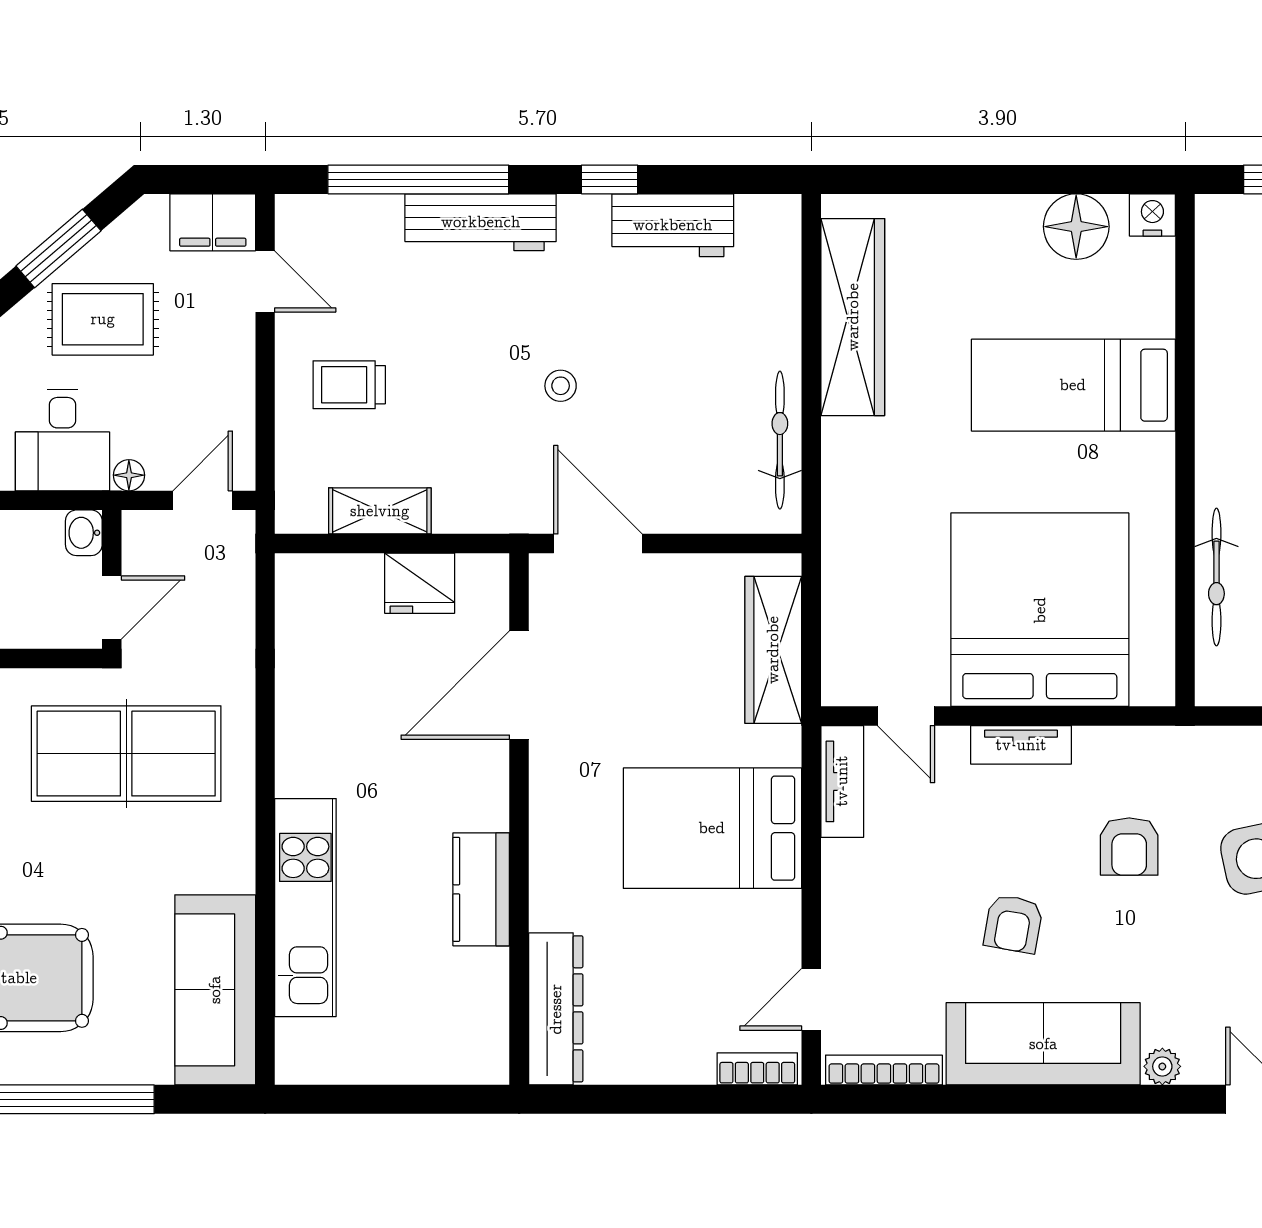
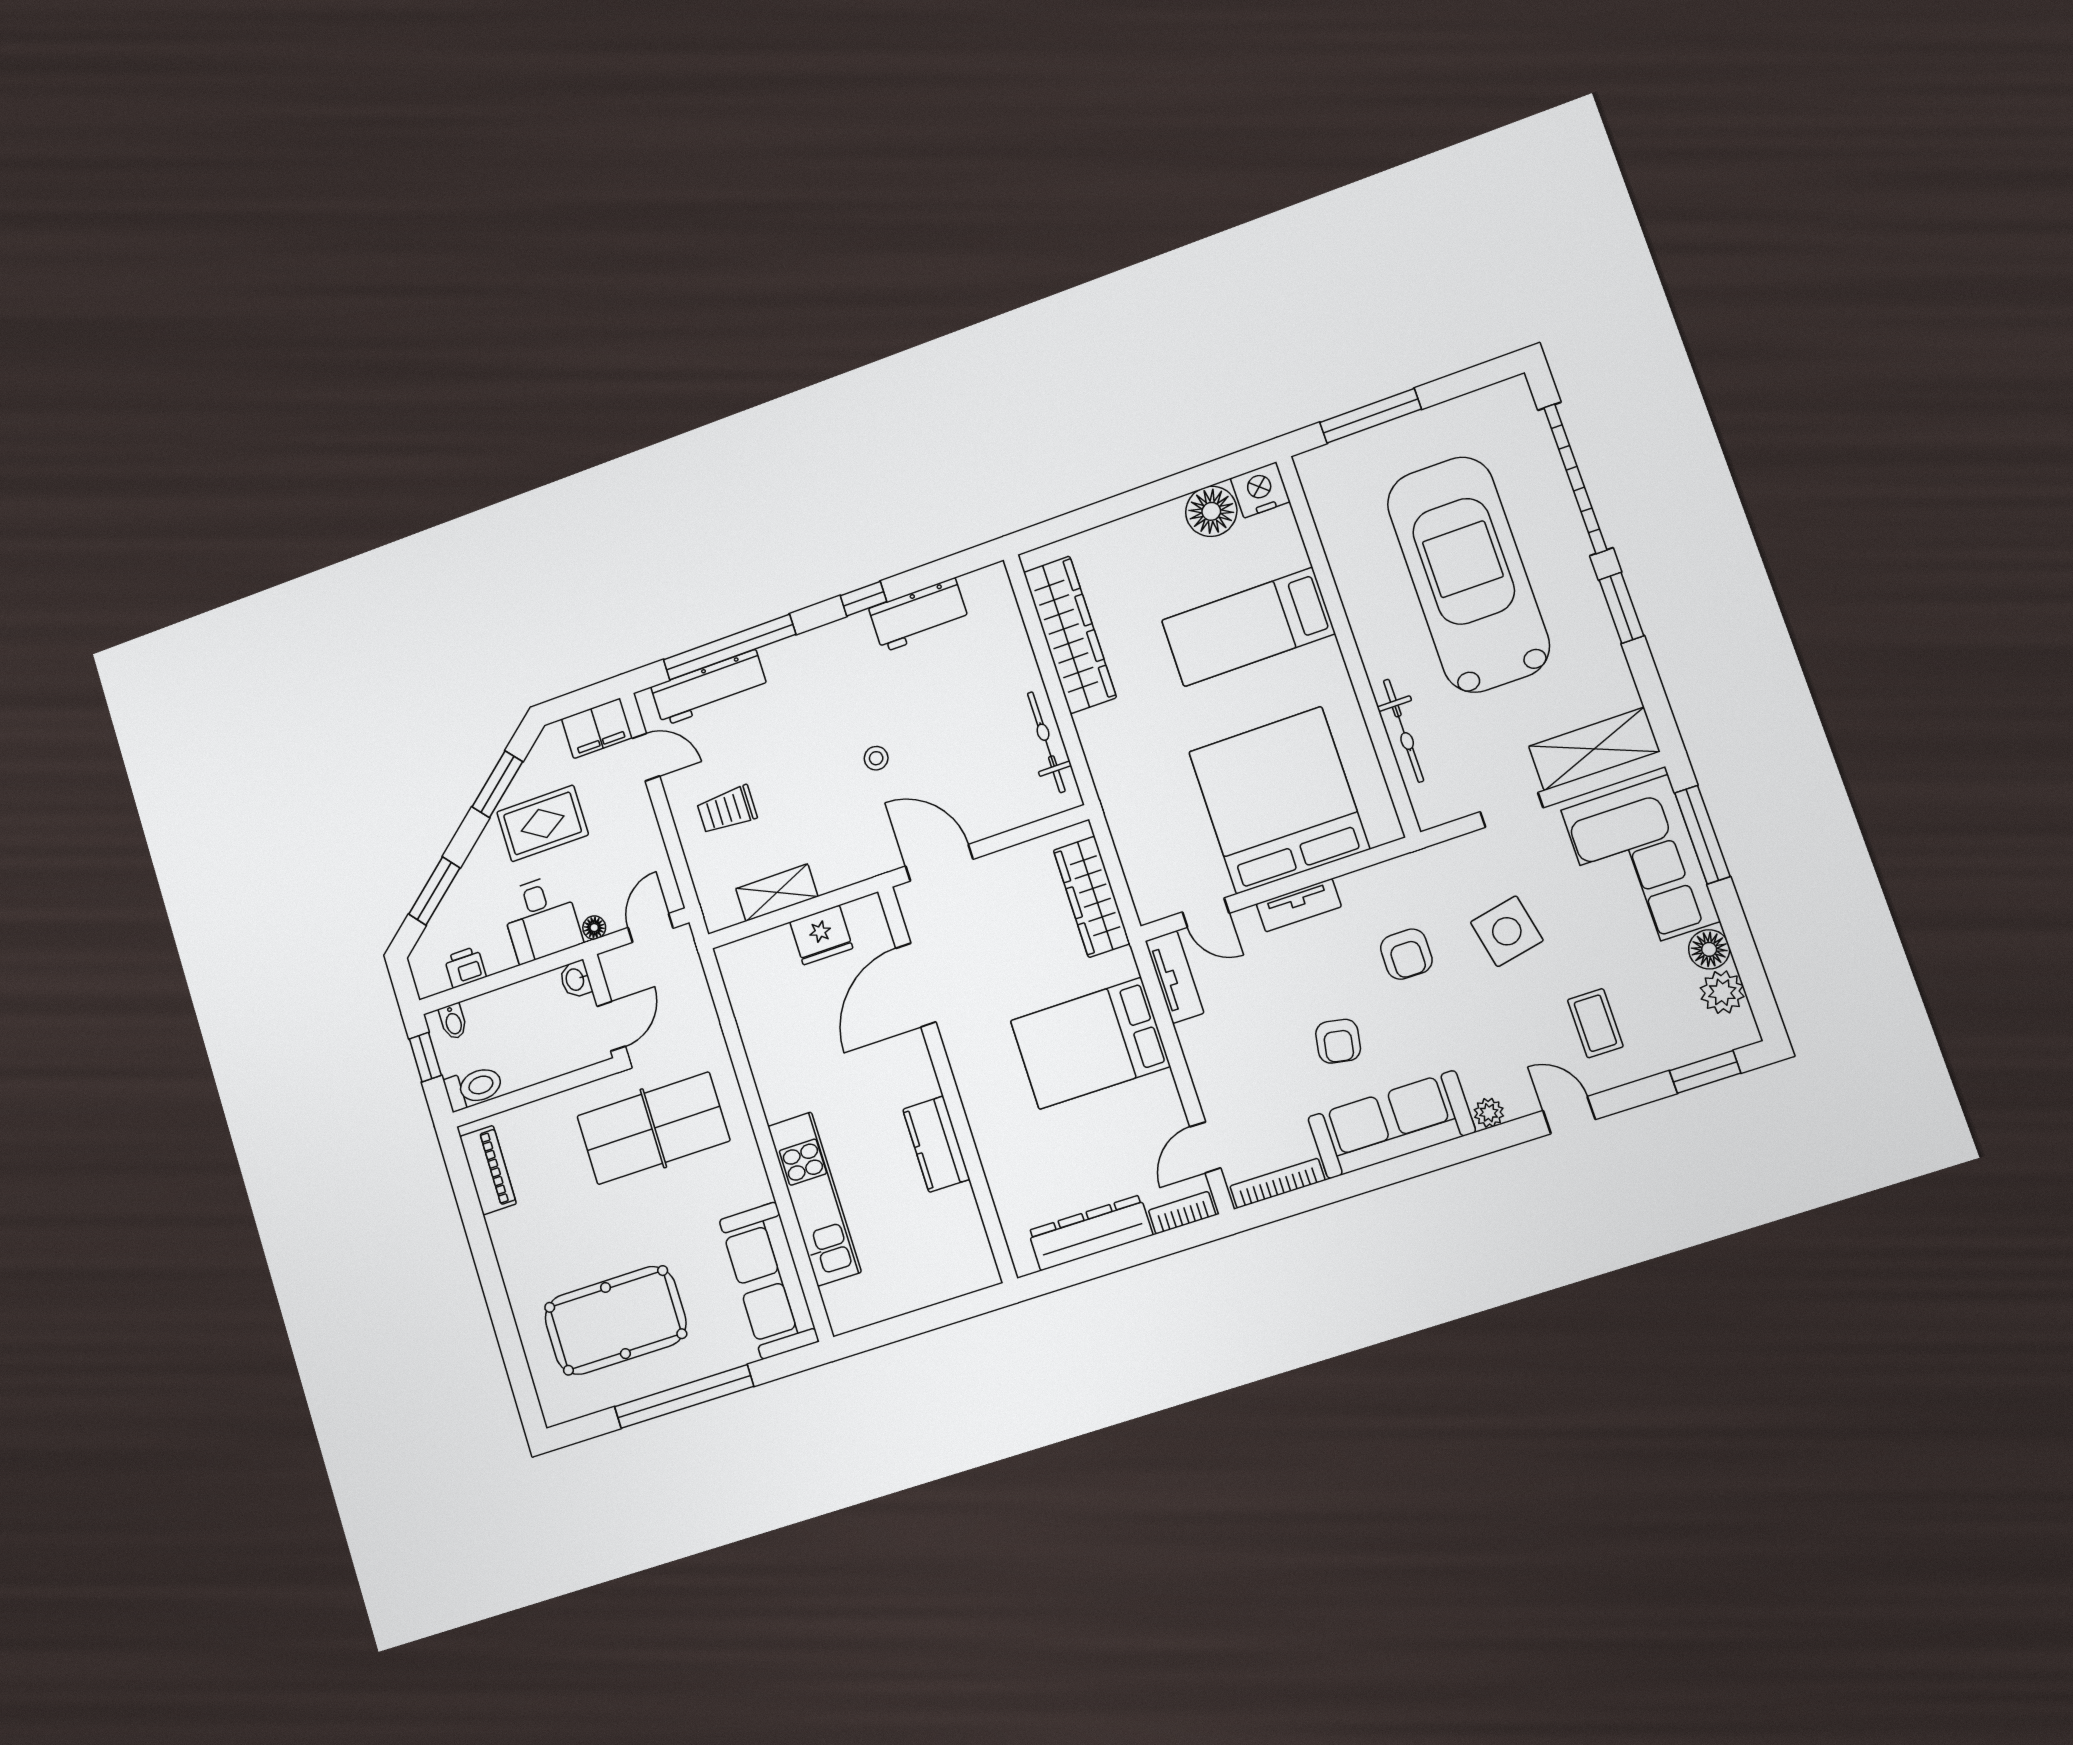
nightstand: (1152, 215) -> (1260, 490), width x1.36, depth x1.33
workbench: (481, 222) -> (709, 688), moved
dresser: (556, 1009) -> (1090, 1233), moved, turned -90

